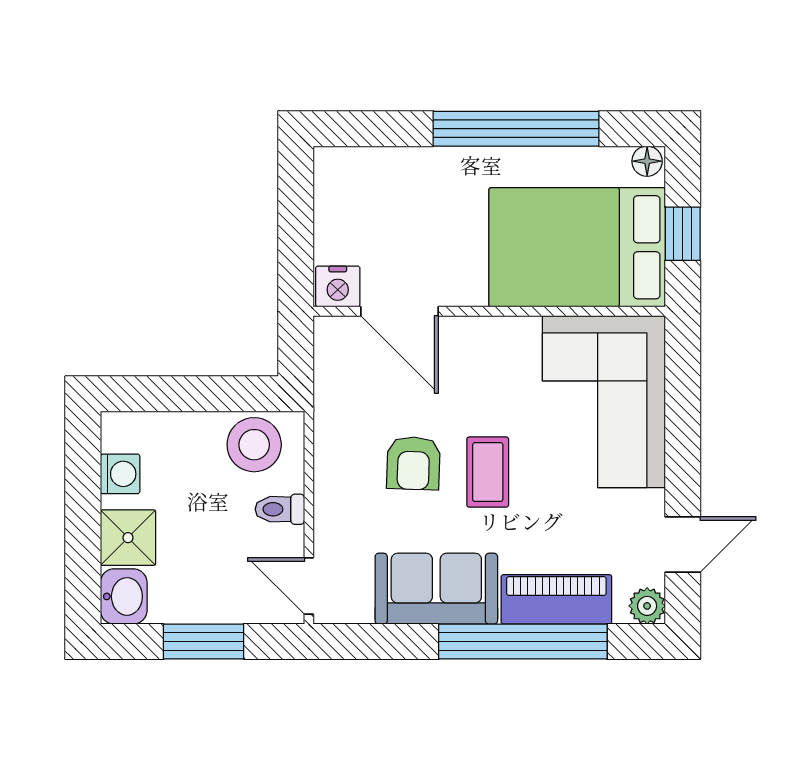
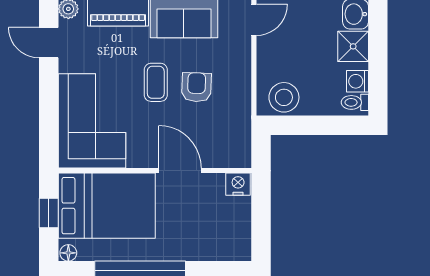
door: (399, 311) -> (180, 171), moved
toilet: (280, 509) -> (355, 102), moved, turned 180
door: (683, 544) -> (49, 43), hinge flipped
door: (309, 586) -> (254, 20), hinge flipped

